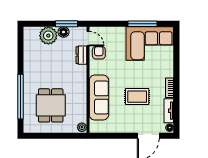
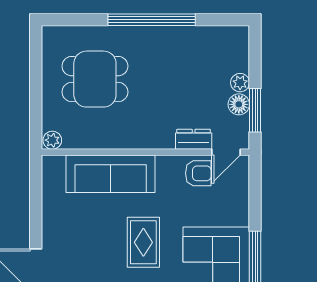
plant: (48, 36) -> (240, 83), width x0.53, depth x0.53
window: (20, 97) -> (152, 20), moved
rug: (137, 97) -> (143, 242), moved

